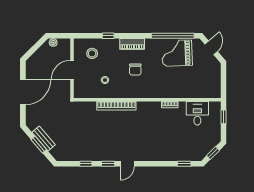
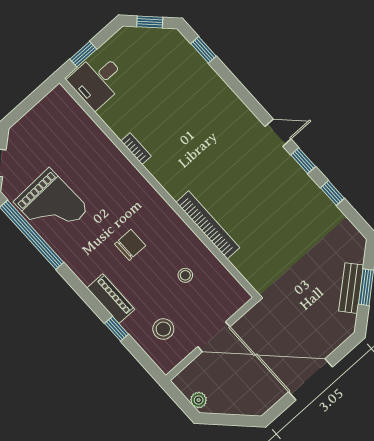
piano: (132, 44) -> (111, 299), moved
desk: (197, 113) -> (98, 80), moved

